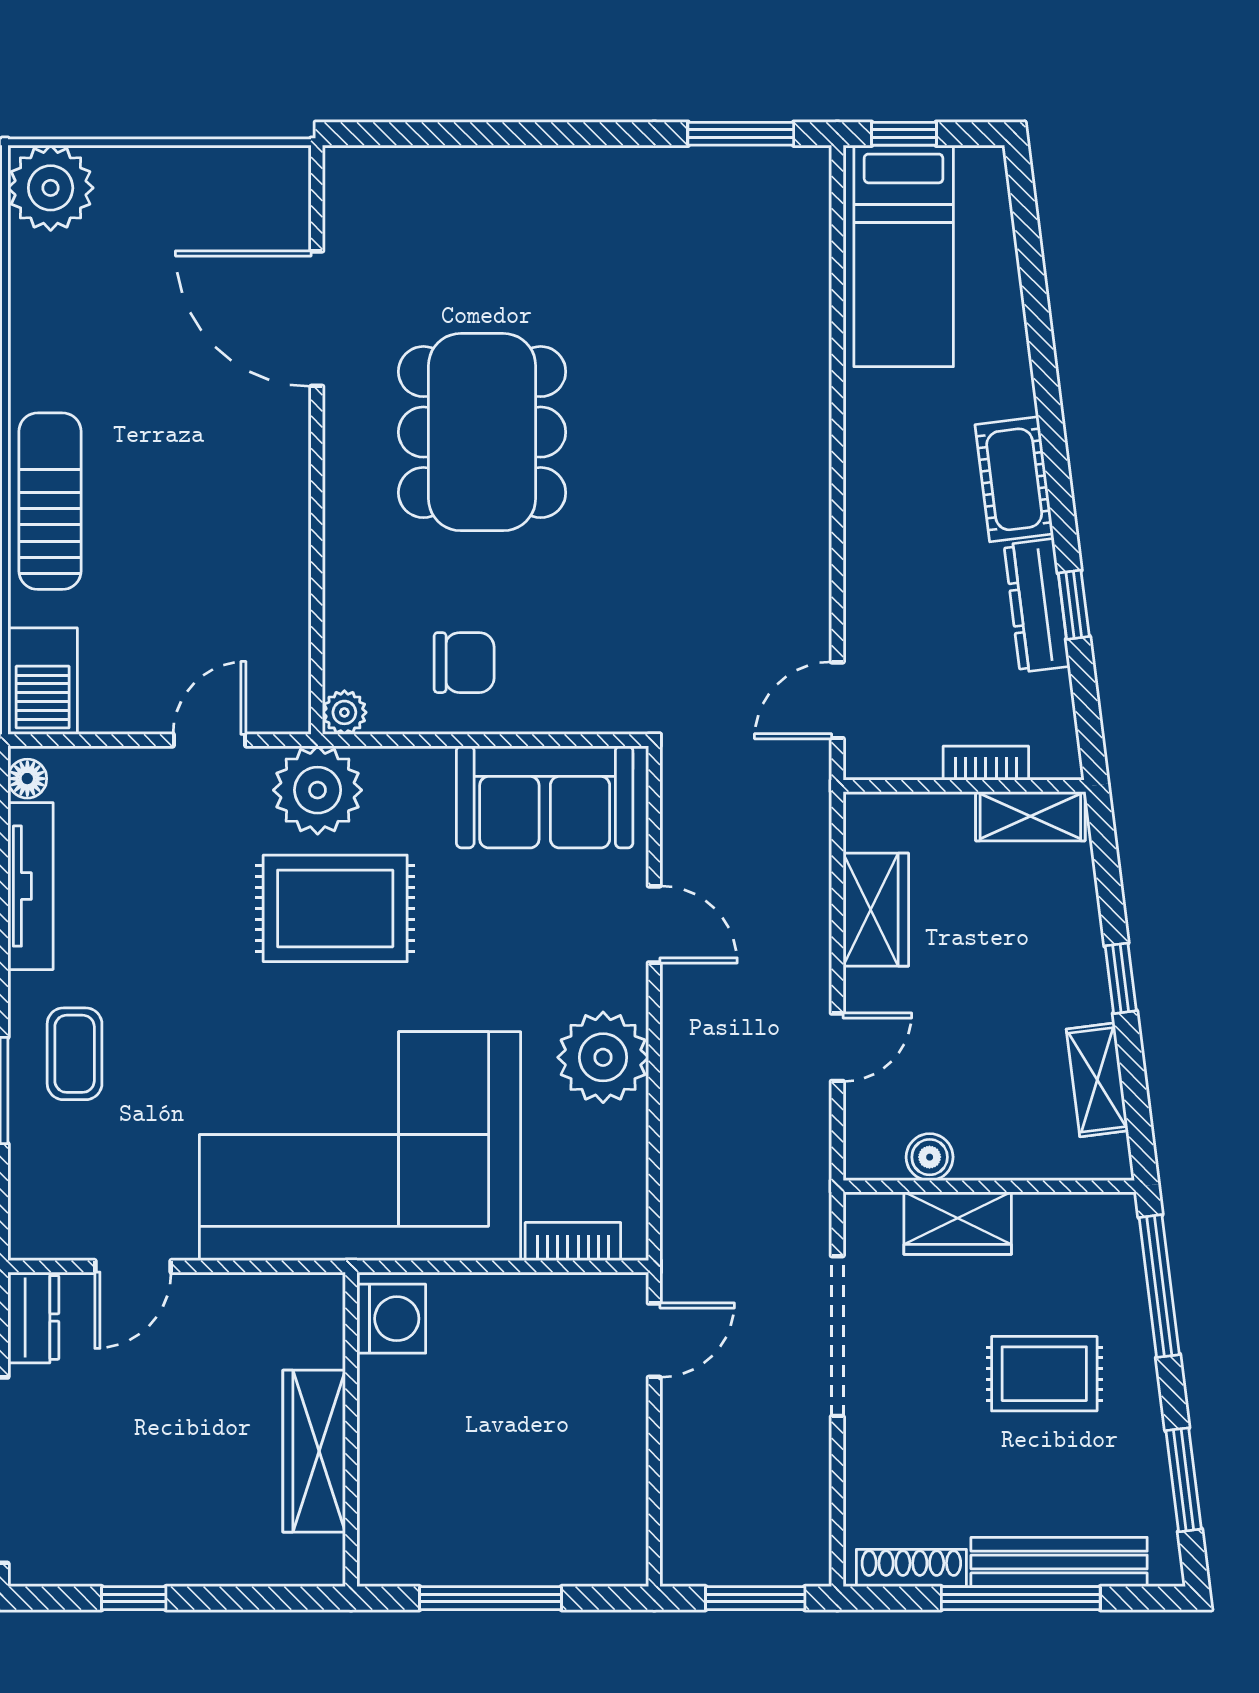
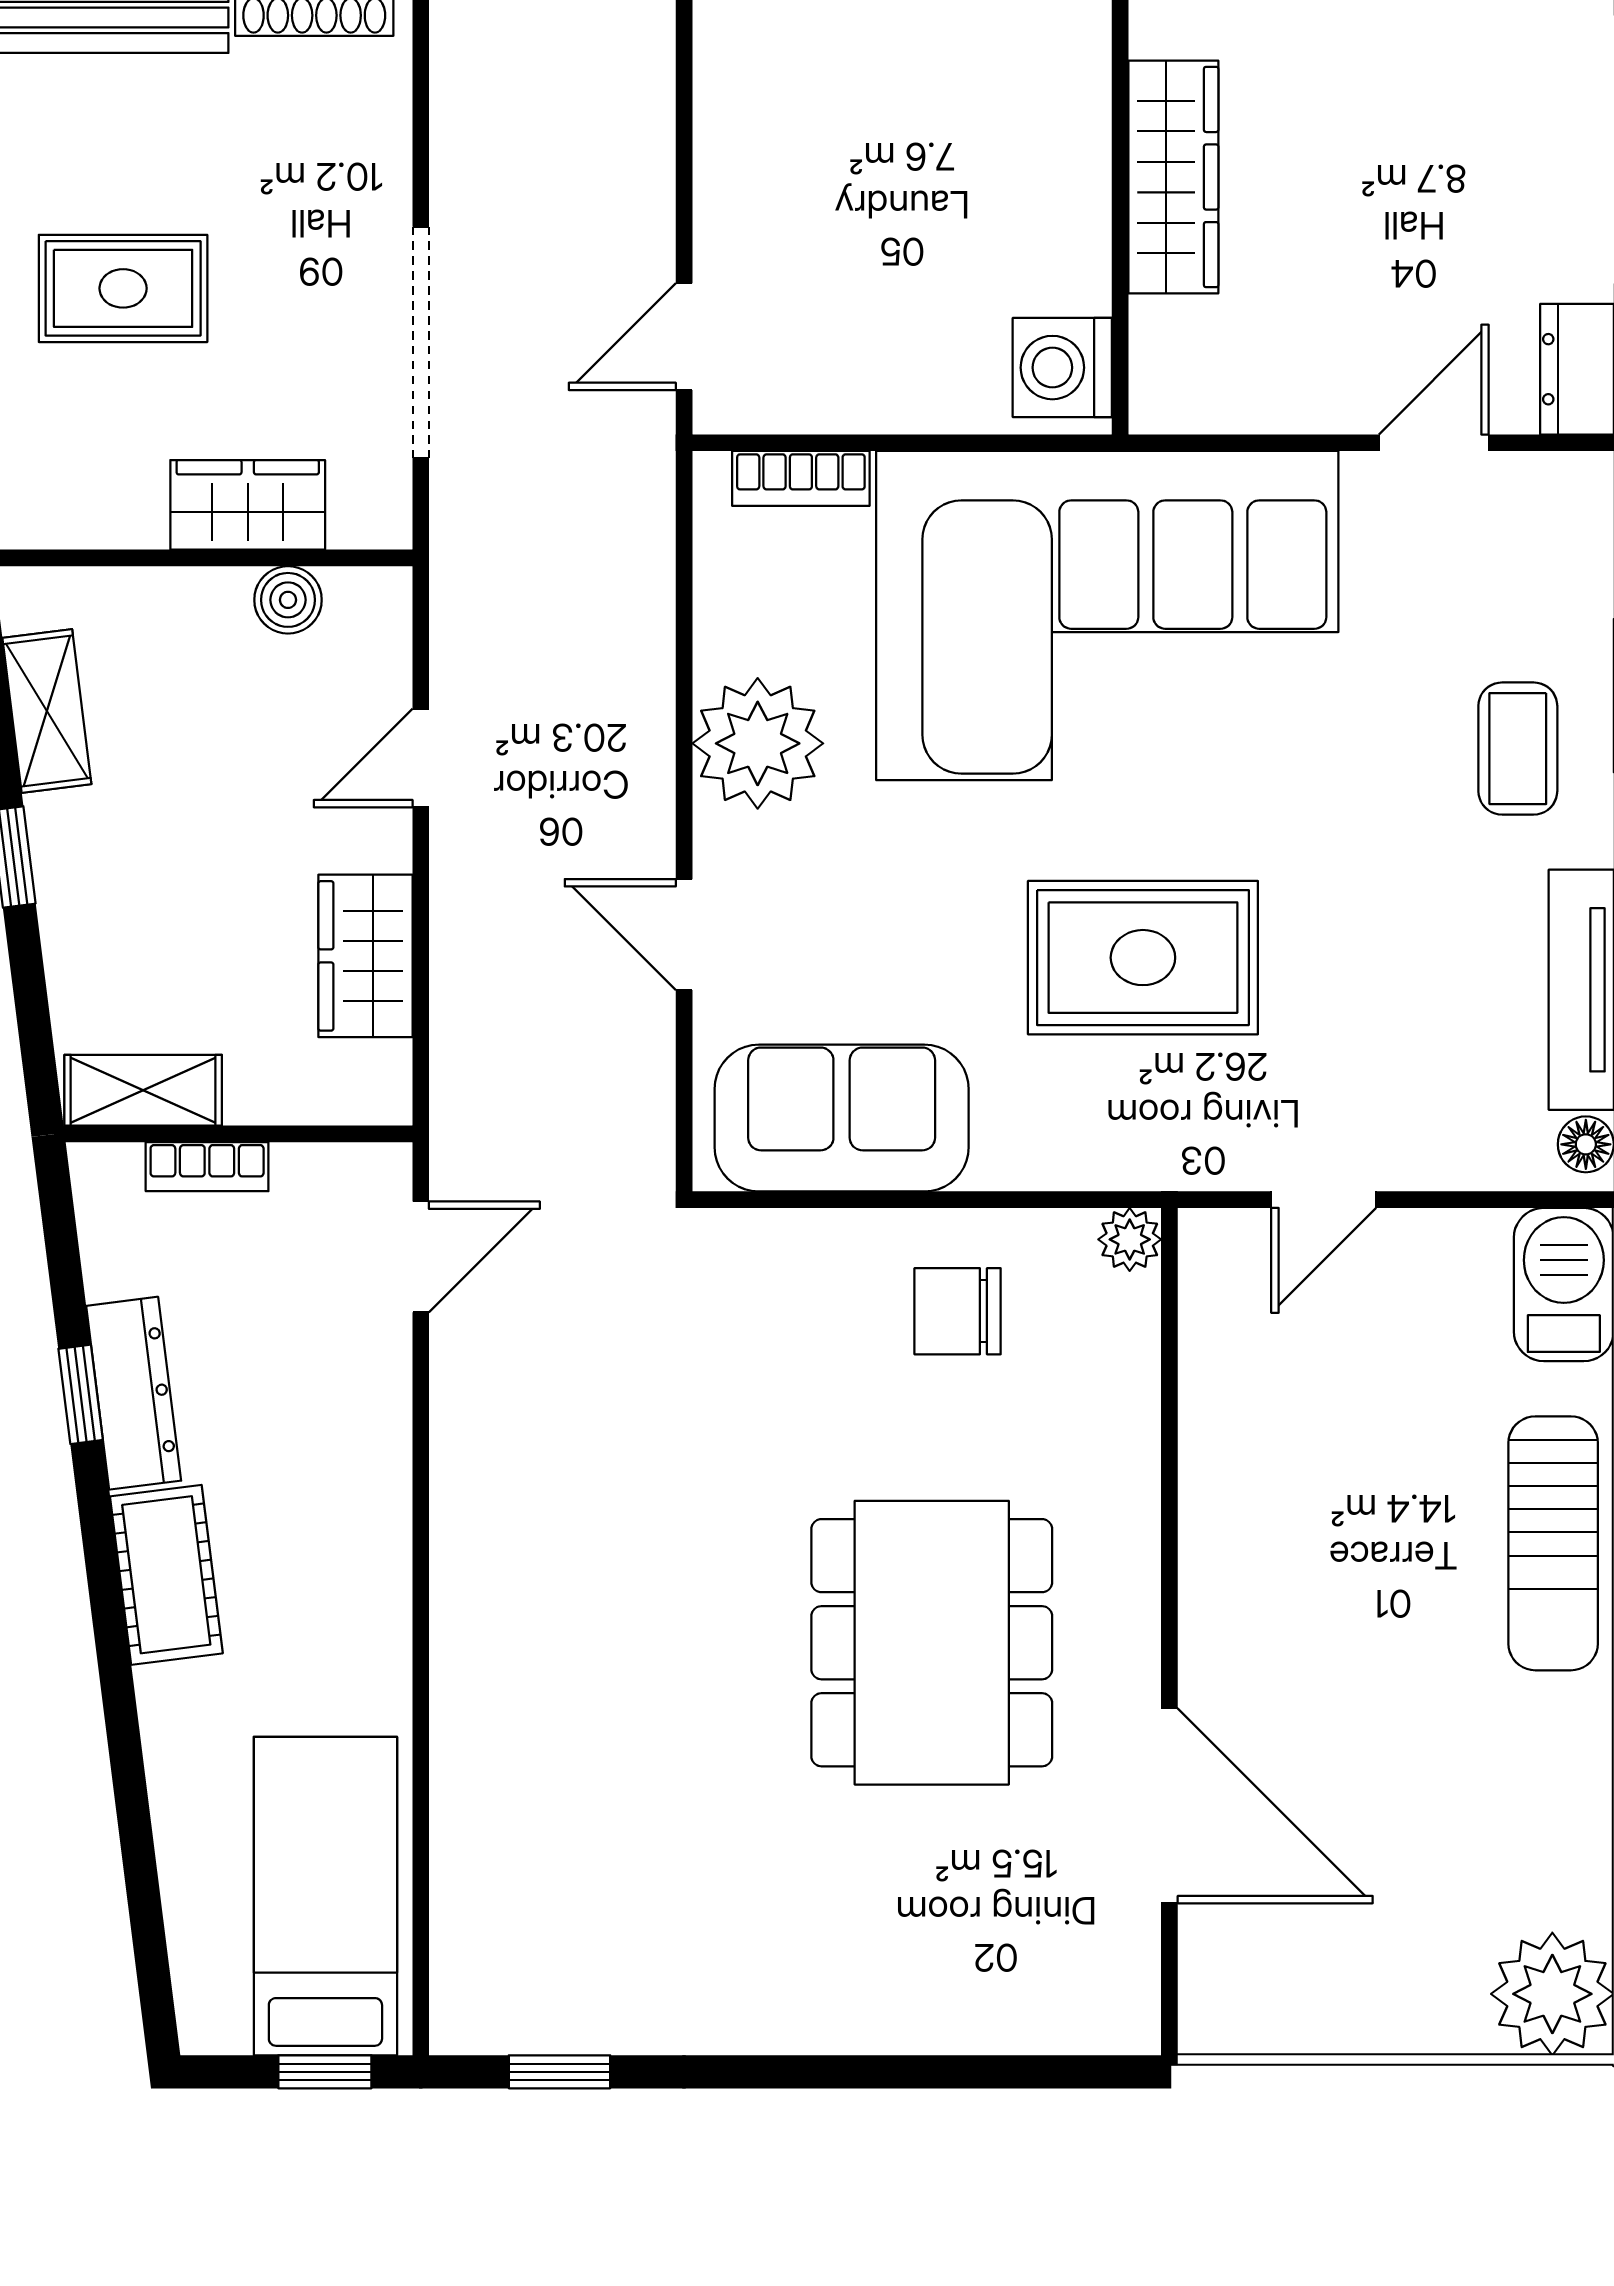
window: (741, 134) -> (560, 2072), width x0.67
plant: (318, 790) -> (1168, 1128), removed

